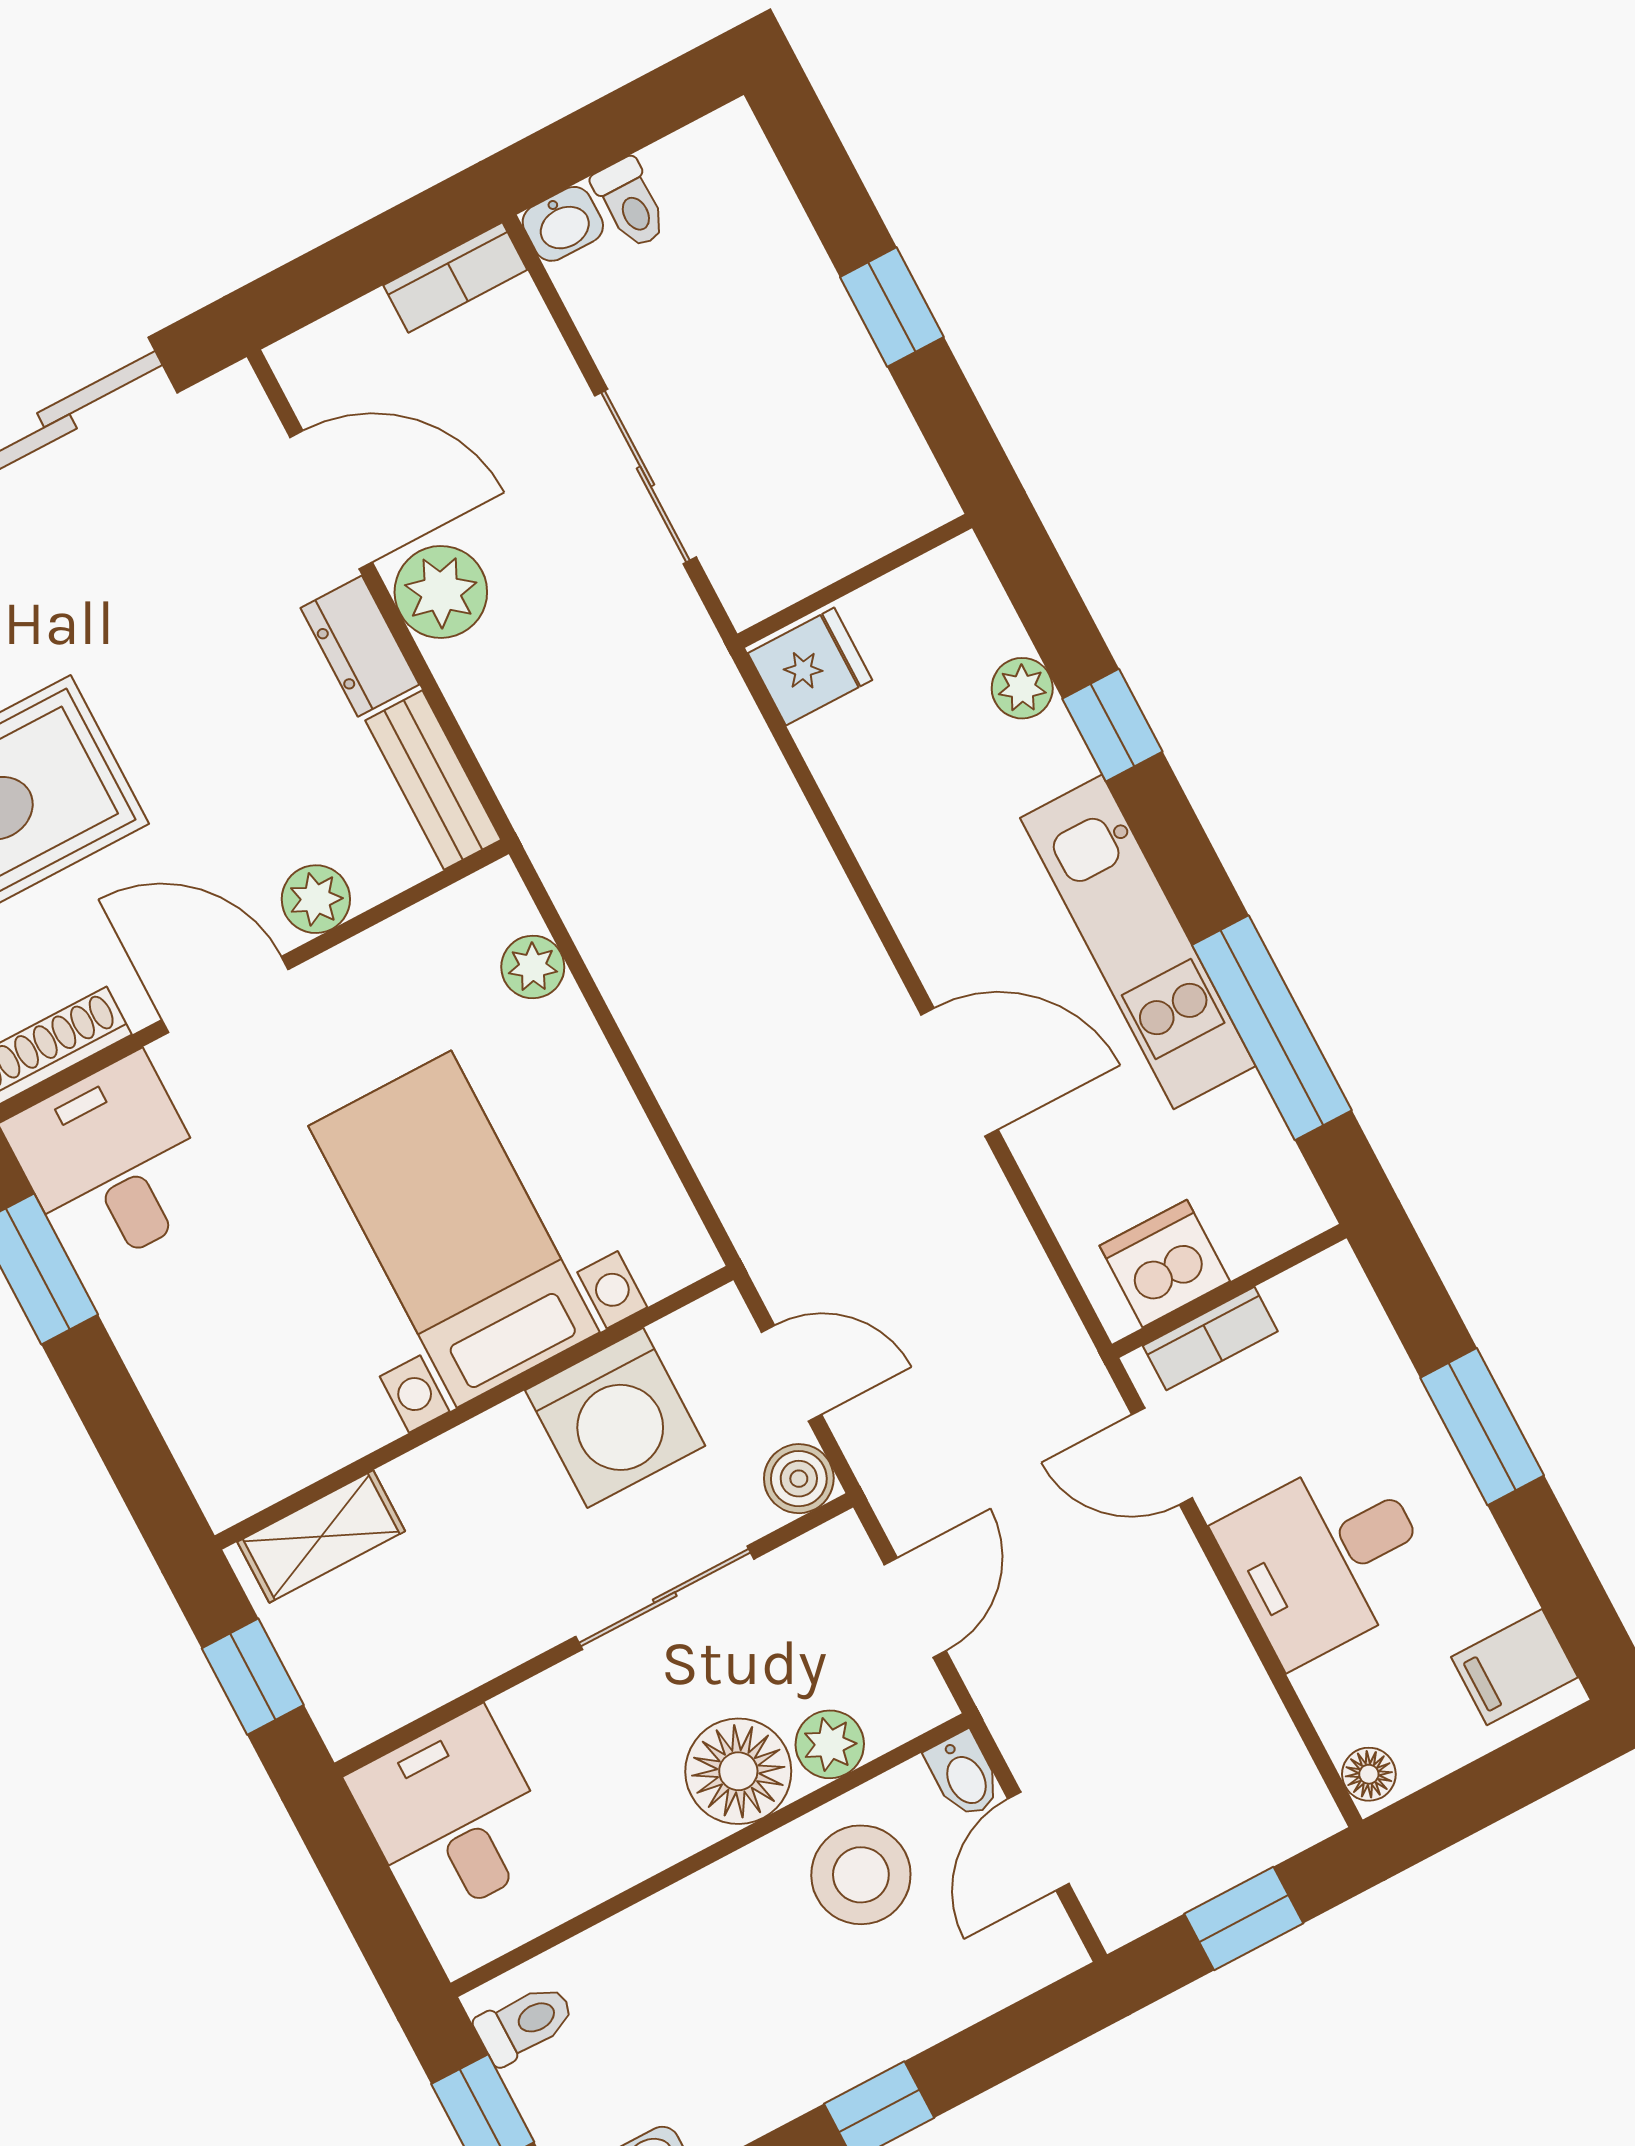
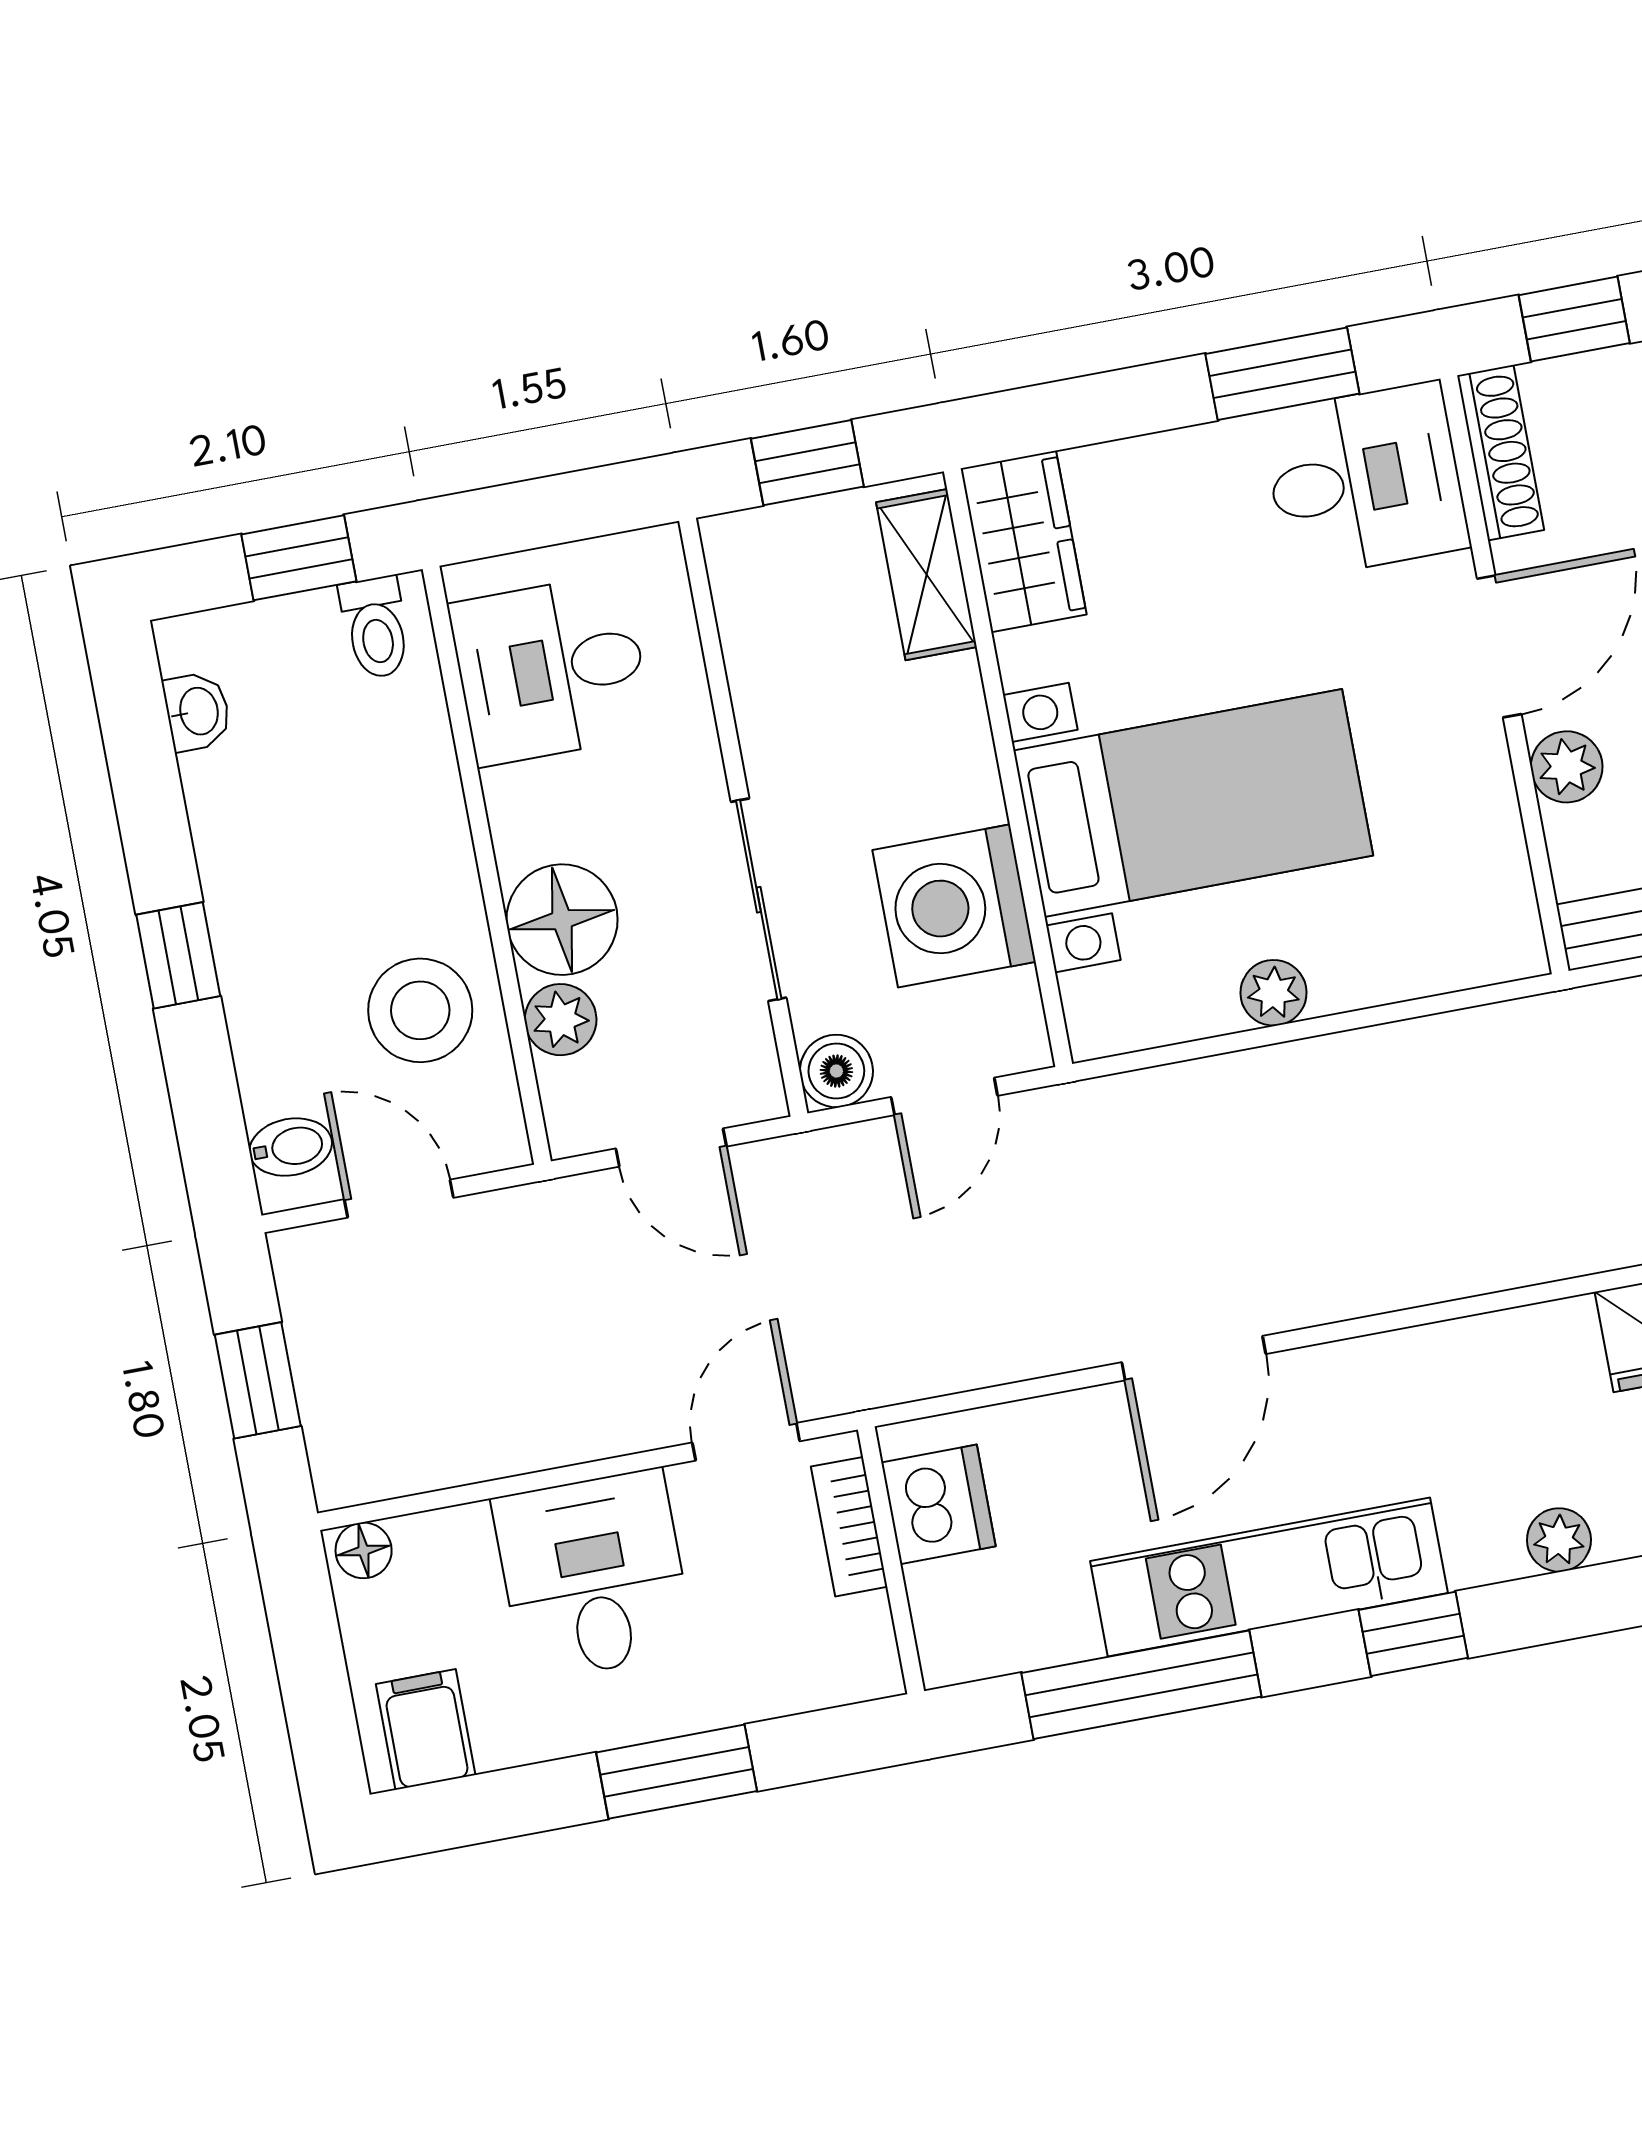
window: (1112, 725) -> (1413, 1634), moved
plant: (533, 967) -> (1274, 993), moved
wardrobe: (264, 1457) -> (1024, 541), added
bidet: (964, 1775) -> (291, 1147), moved, turned 180
desk: (453, 1816) -> (551, 670), moved, turned 180

